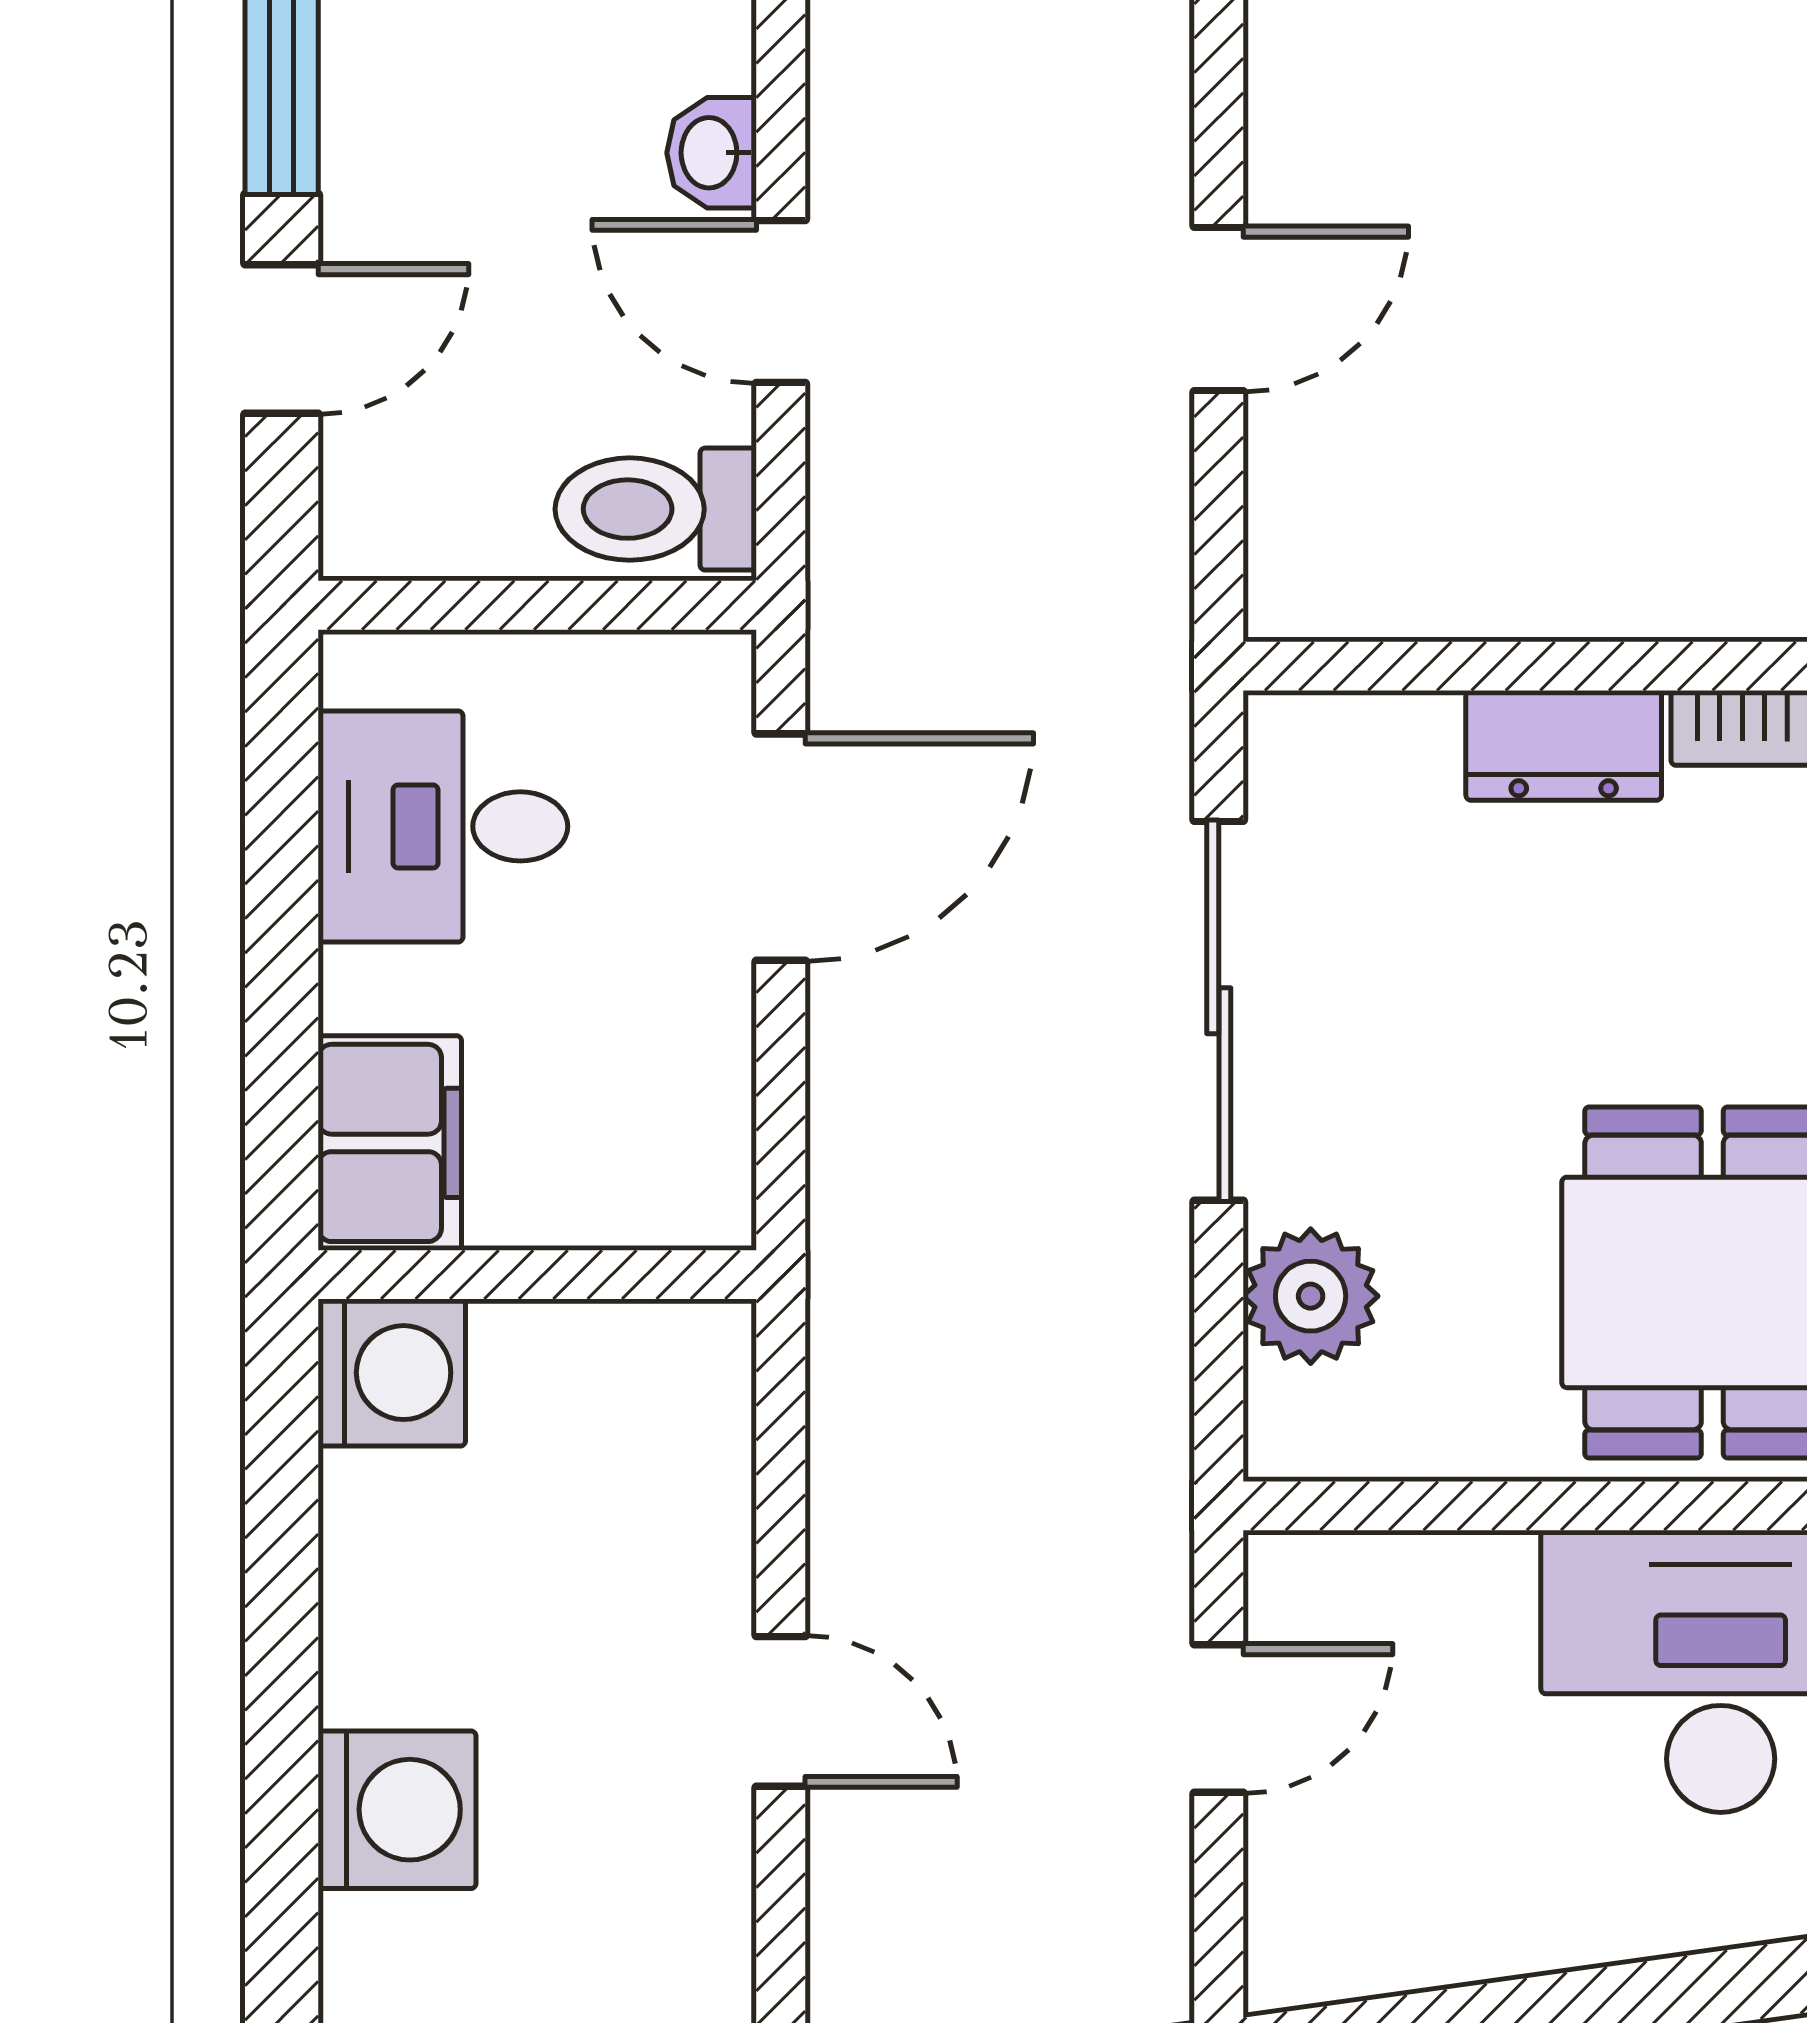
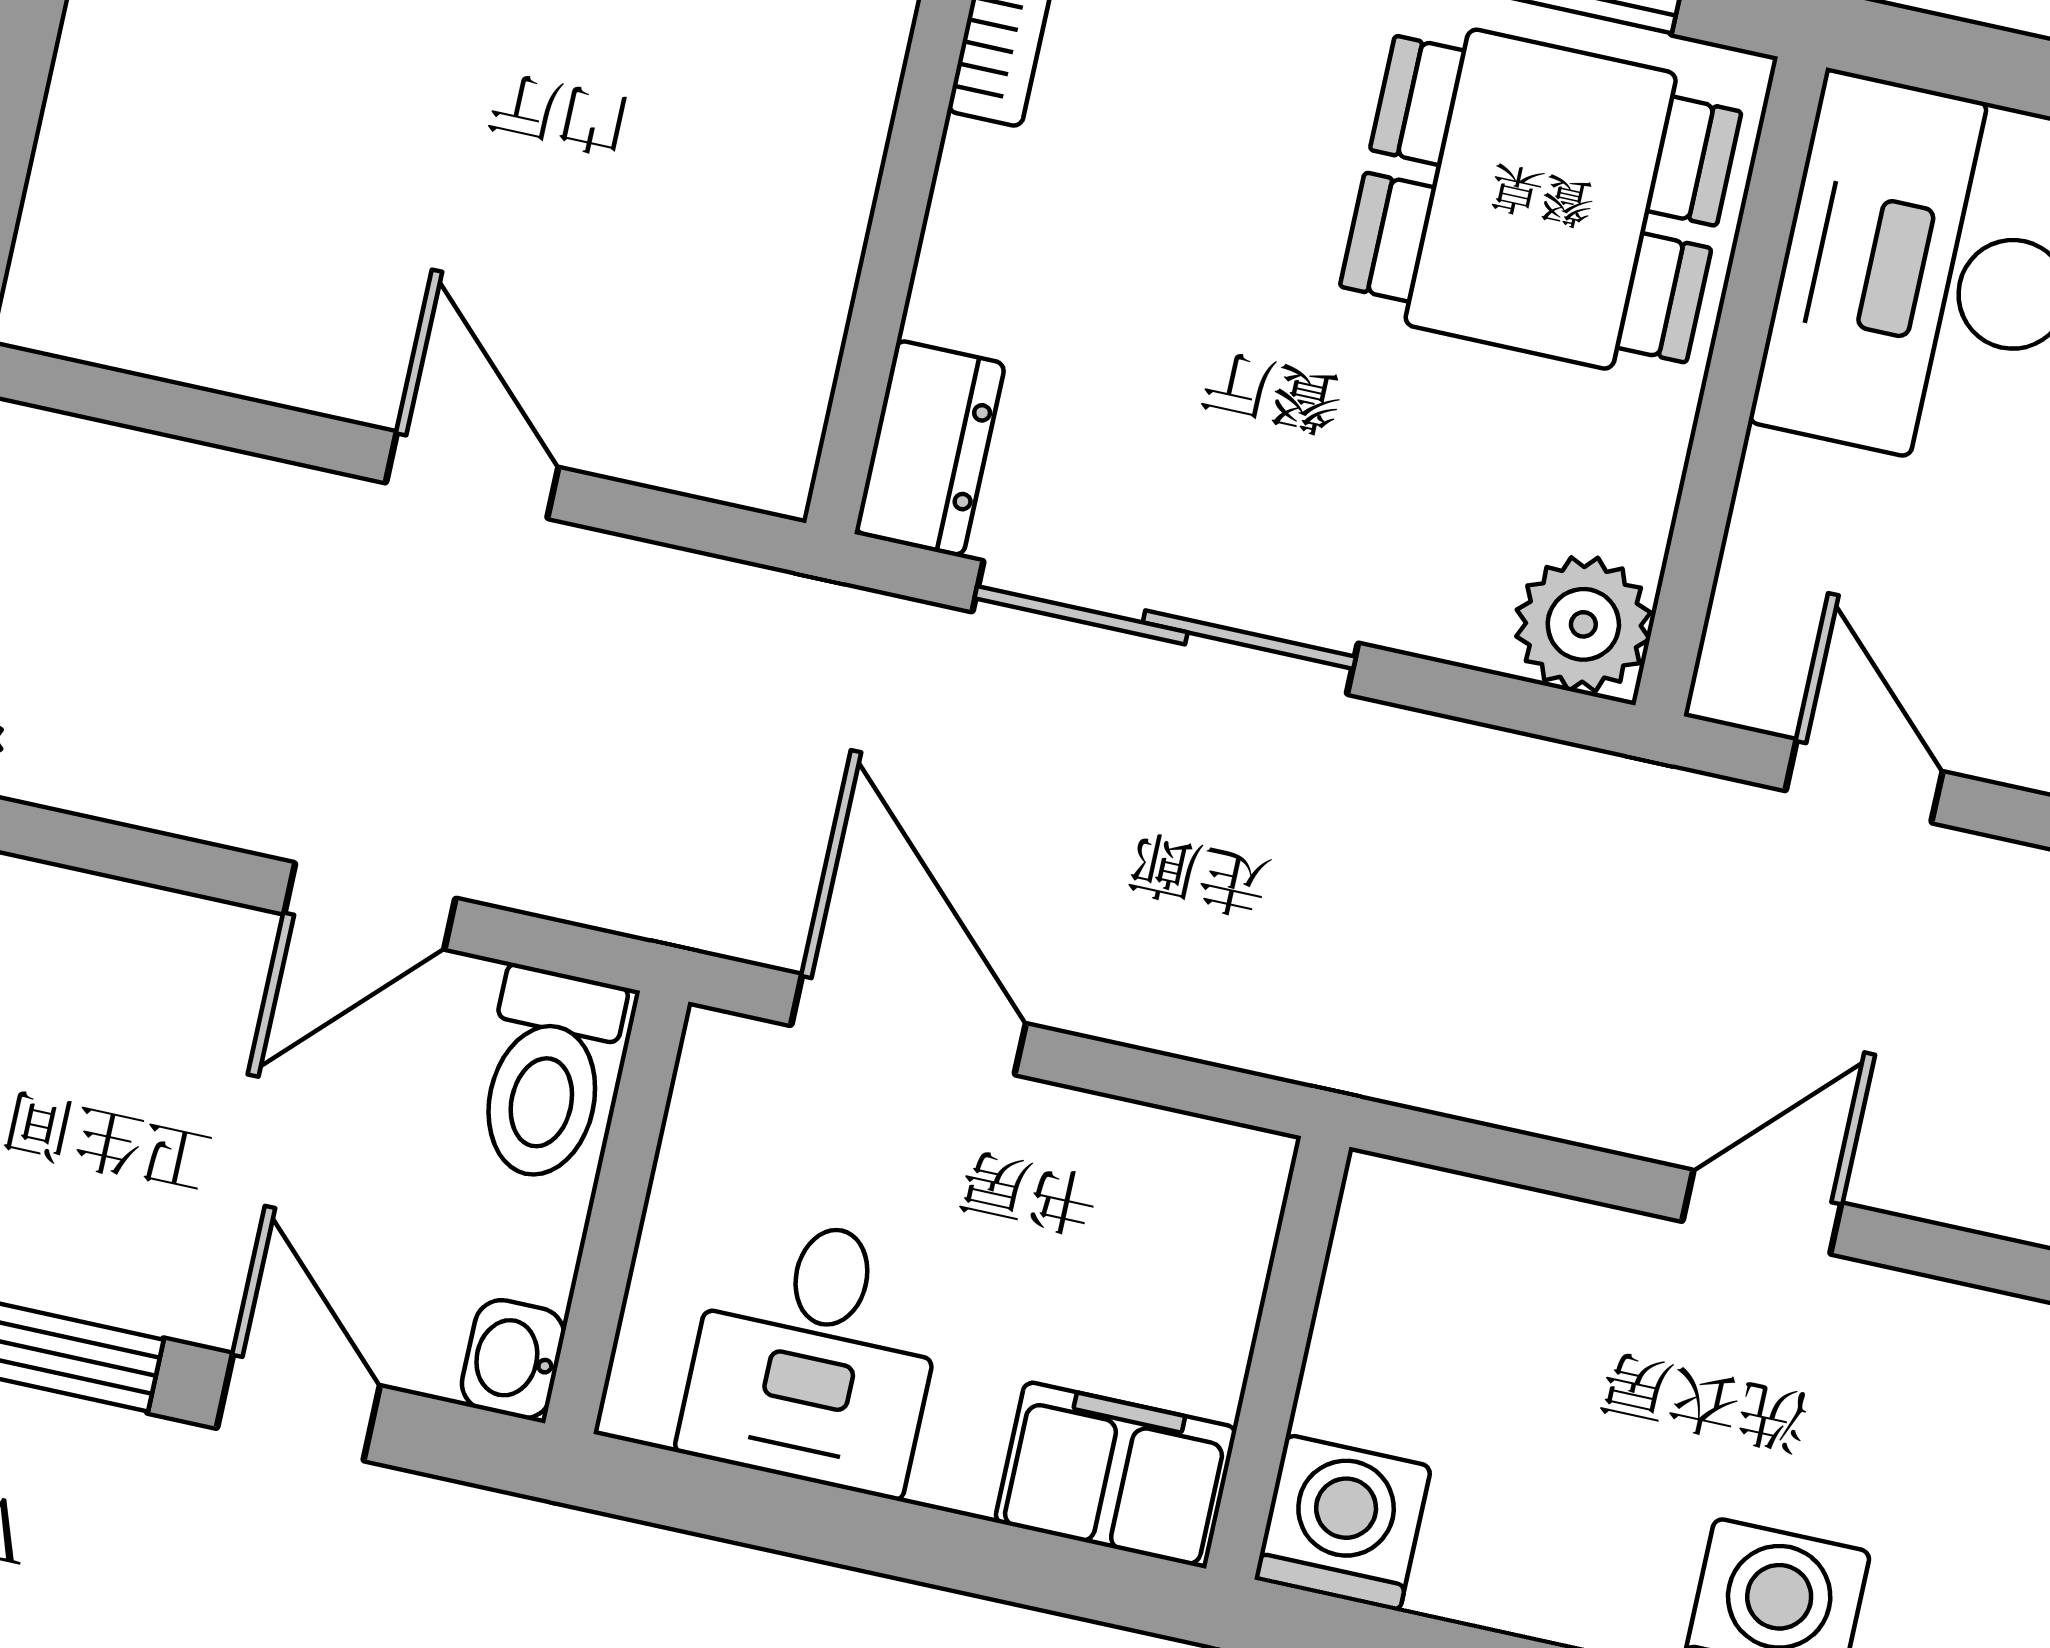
washbasin: (712, 153) -> (513, 1359), moved, turned 90
dresser: (1564, 745) -> (930, 448), moved
plant: (1311, 1296) -> (1583, 624), moved

